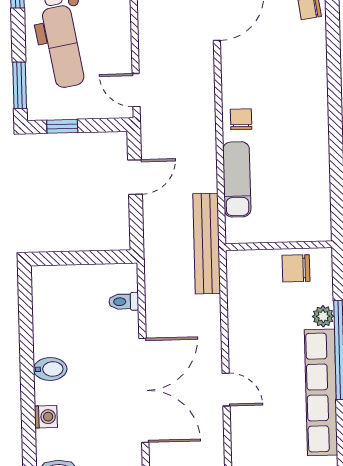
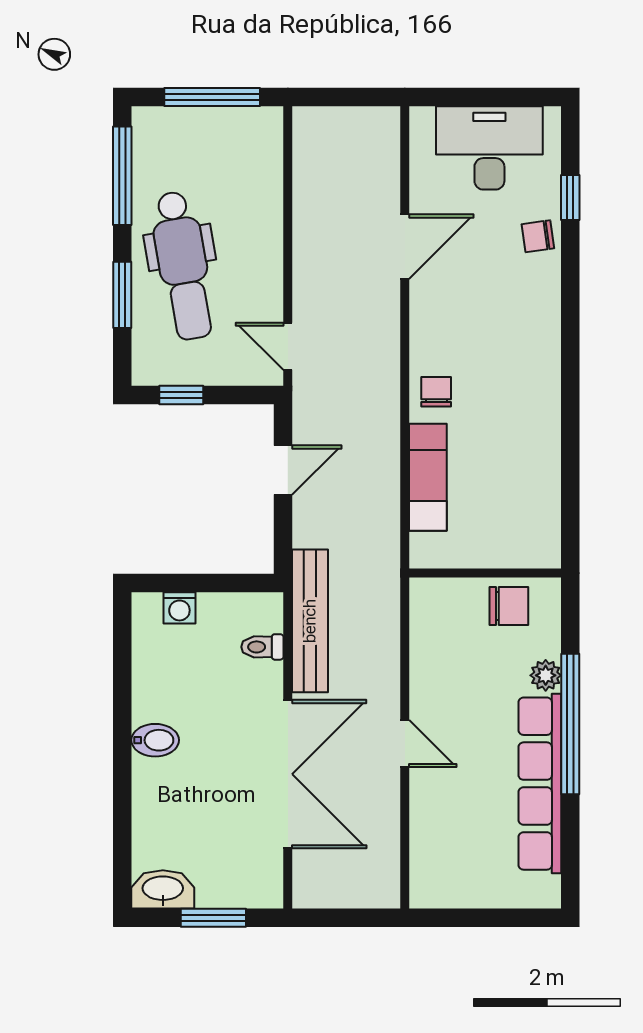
window: (20, 85) -> (122, 295), moved
bench: (207, 244) -> (310, 621), moved
chair: (296, 268) -> (509, 606), turned 180
door: (226, 390) -> (405, 743), moved
washing machine: (46, 417) -> (179, 608), moved, turned 90

